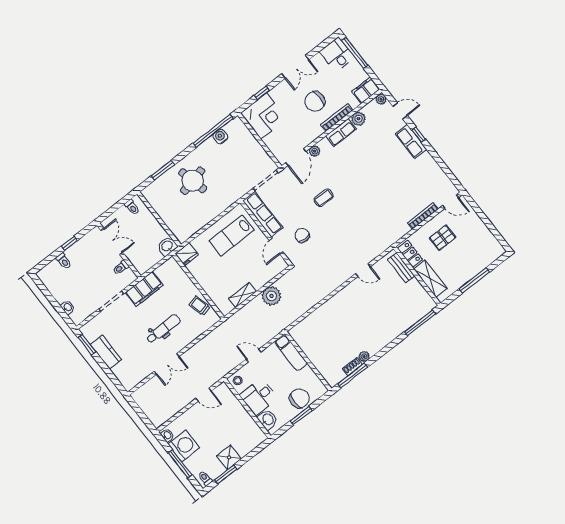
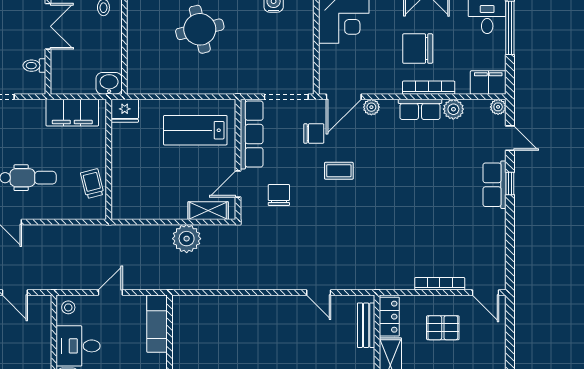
chair: (295, 189) -> (314, 133), added
filing cabinet: (144, 289) -> (72, 113), moved
shelving: (242, 295) -> (208, 211), moved
door: (254, 355) -> (110, 293), hinge flipped

